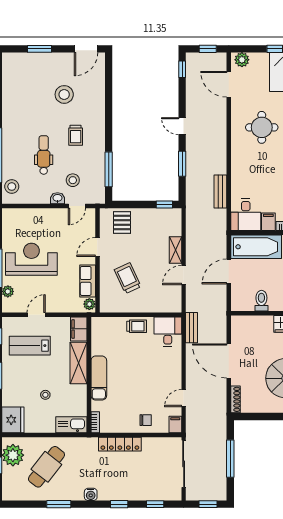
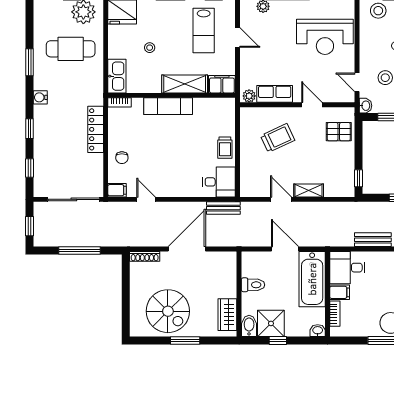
washbasin: (57, 198) -> (365, 106), moved
reception desk: (31, 259) -> (325, 37), moved, turned 90
lab bench: (30, 346) -> (204, 30), turned 180
cafe table: (46, 467) -> (71, 49), turned -38

